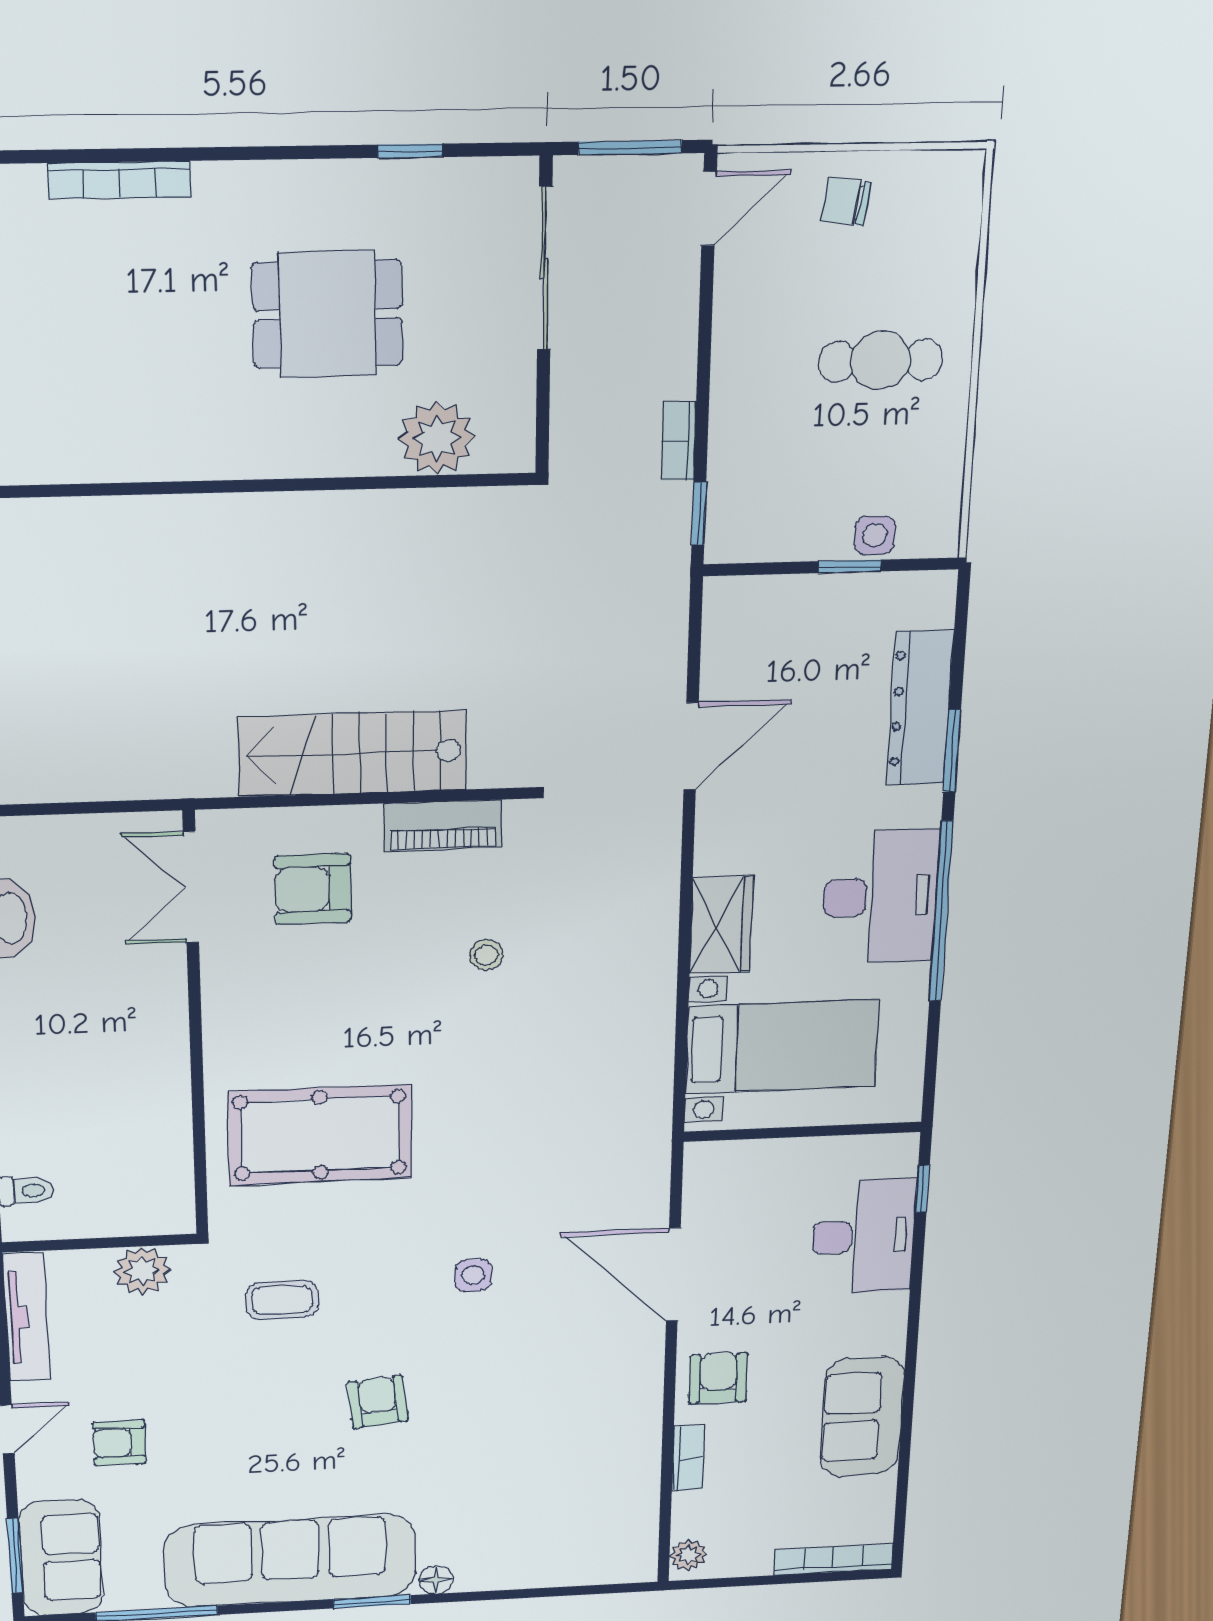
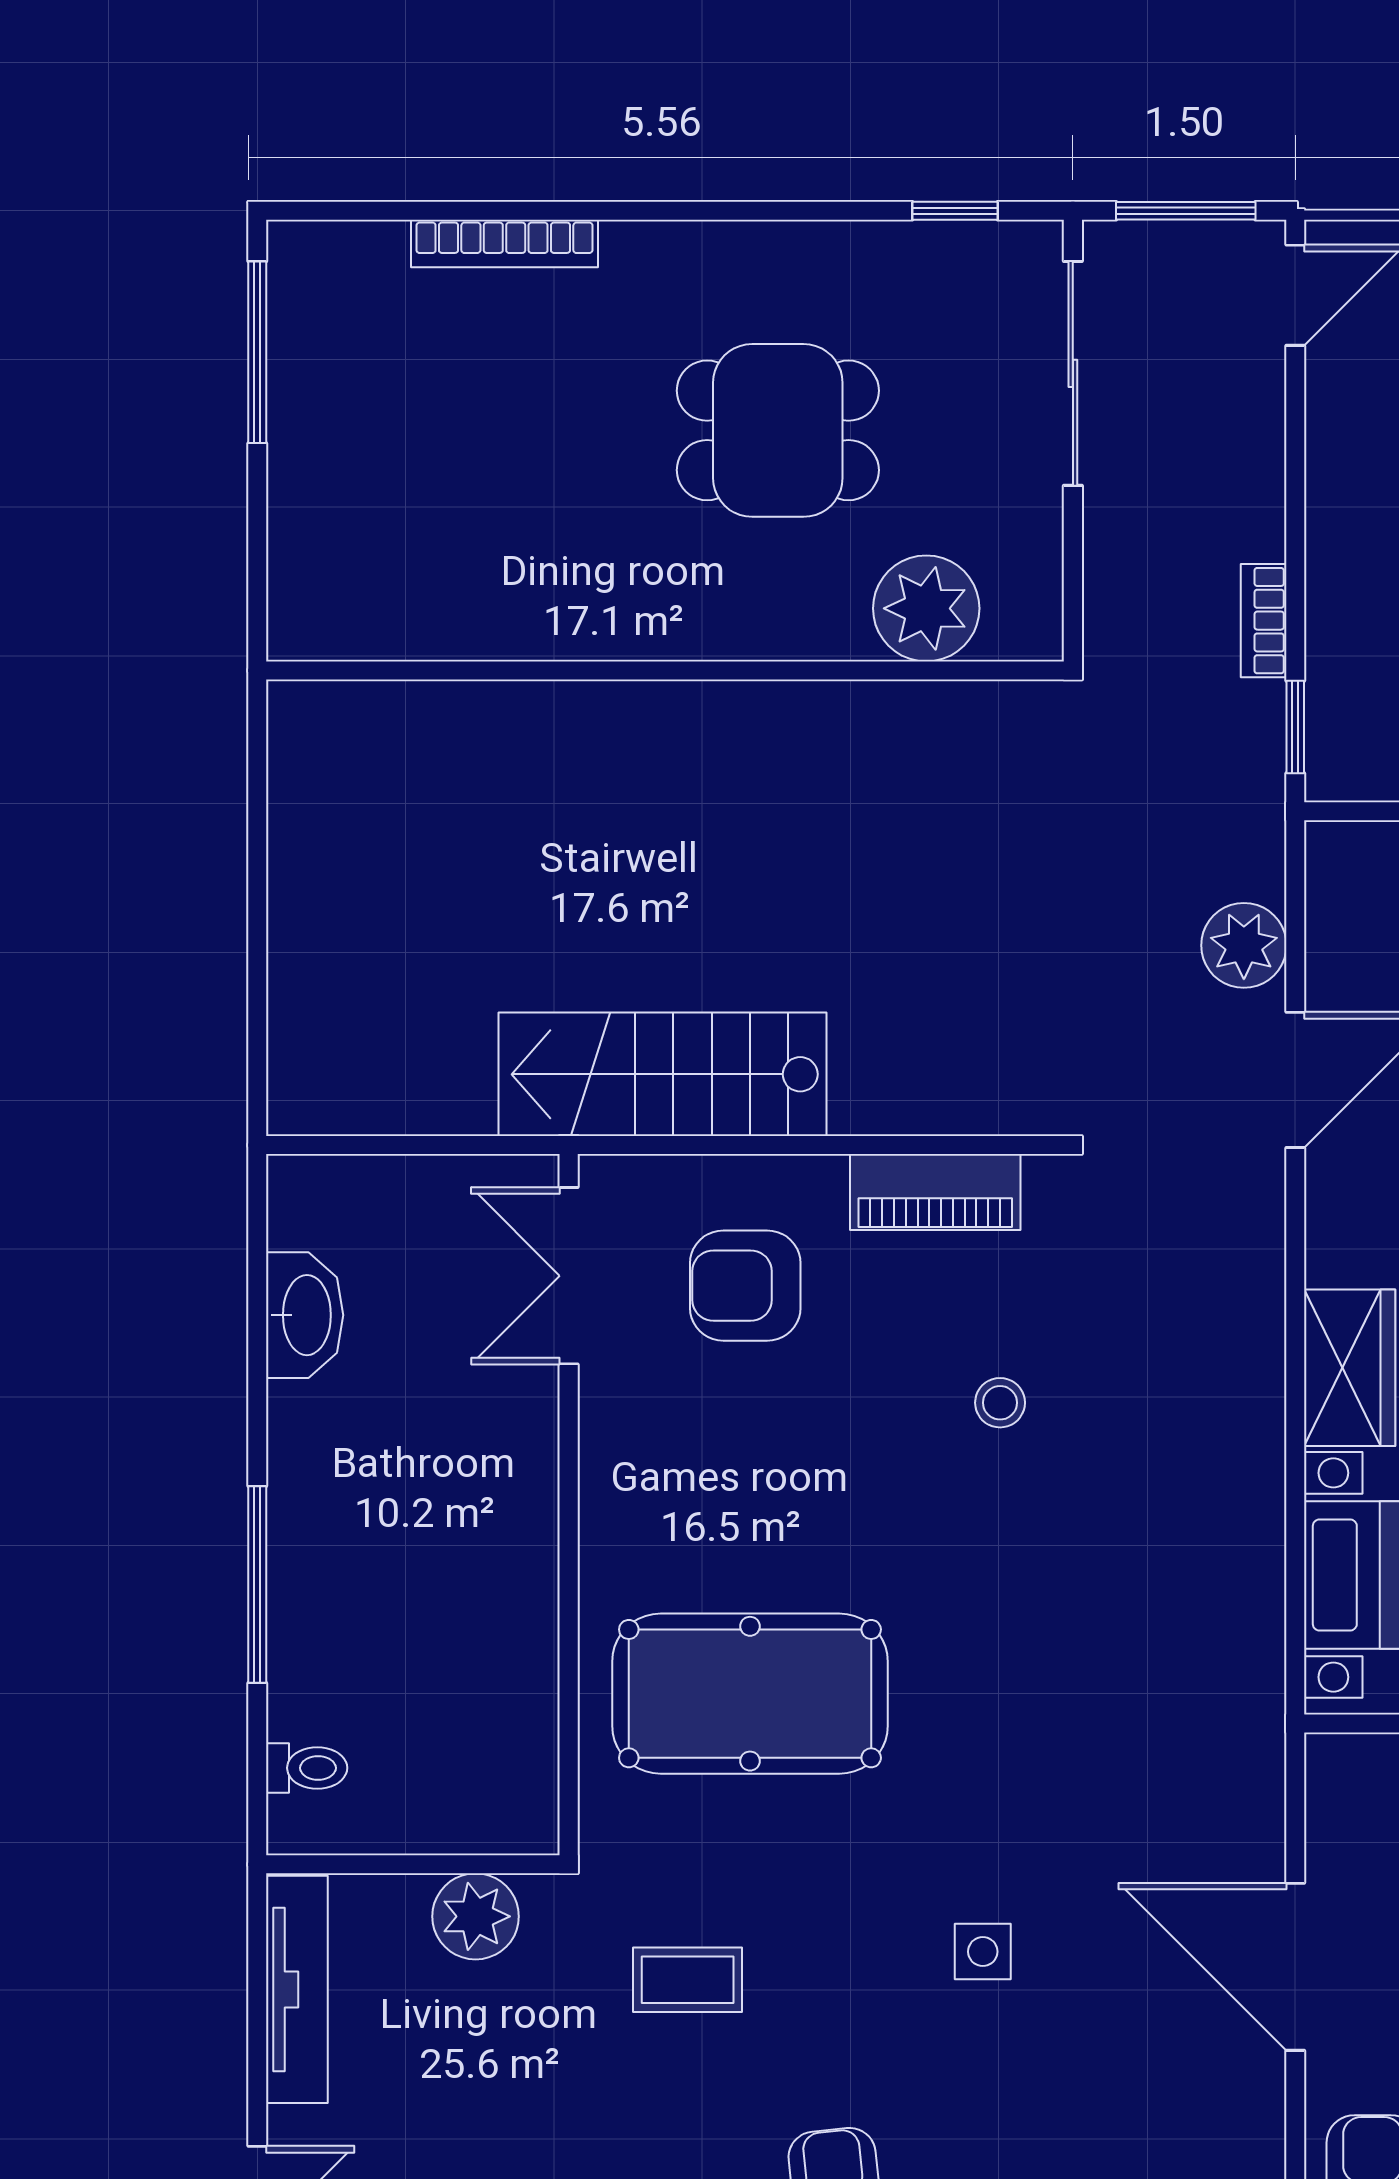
window: (410, 151) -> (955, 211), moved
plant: (658, 660) -> (1244, 945), added
stairs: (353, 753) -> (662, 1074), moved

